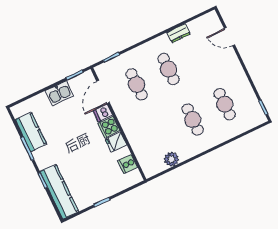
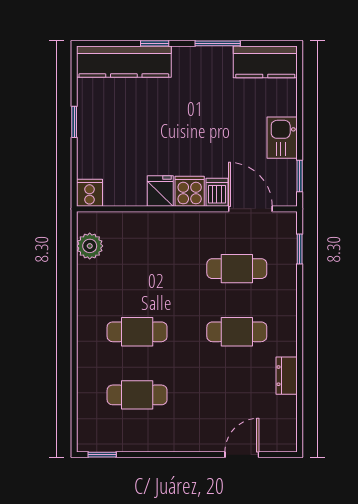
kitchen counter: (31, 132) -> (265, 62), moved
plant: (171, 159) -> (90, 246), moved
cooker: (128, 164) -> (90, 193), moved

